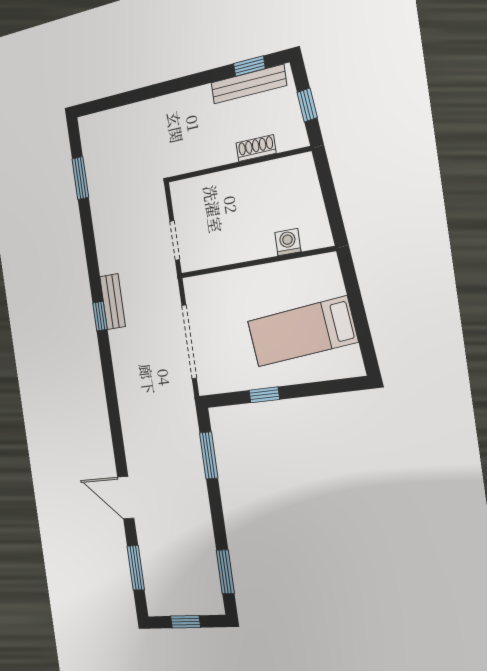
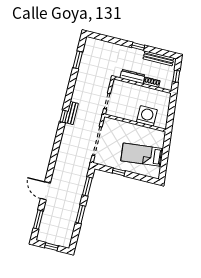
window: (249, 66) -> (138, 46), moved
dresser: (207, 157) -> (132, 76), added
washing machine: (288, 242) -> (147, 116), width x1.89, depth x1.89
window: (225, 572) -> (81, 214), moved

